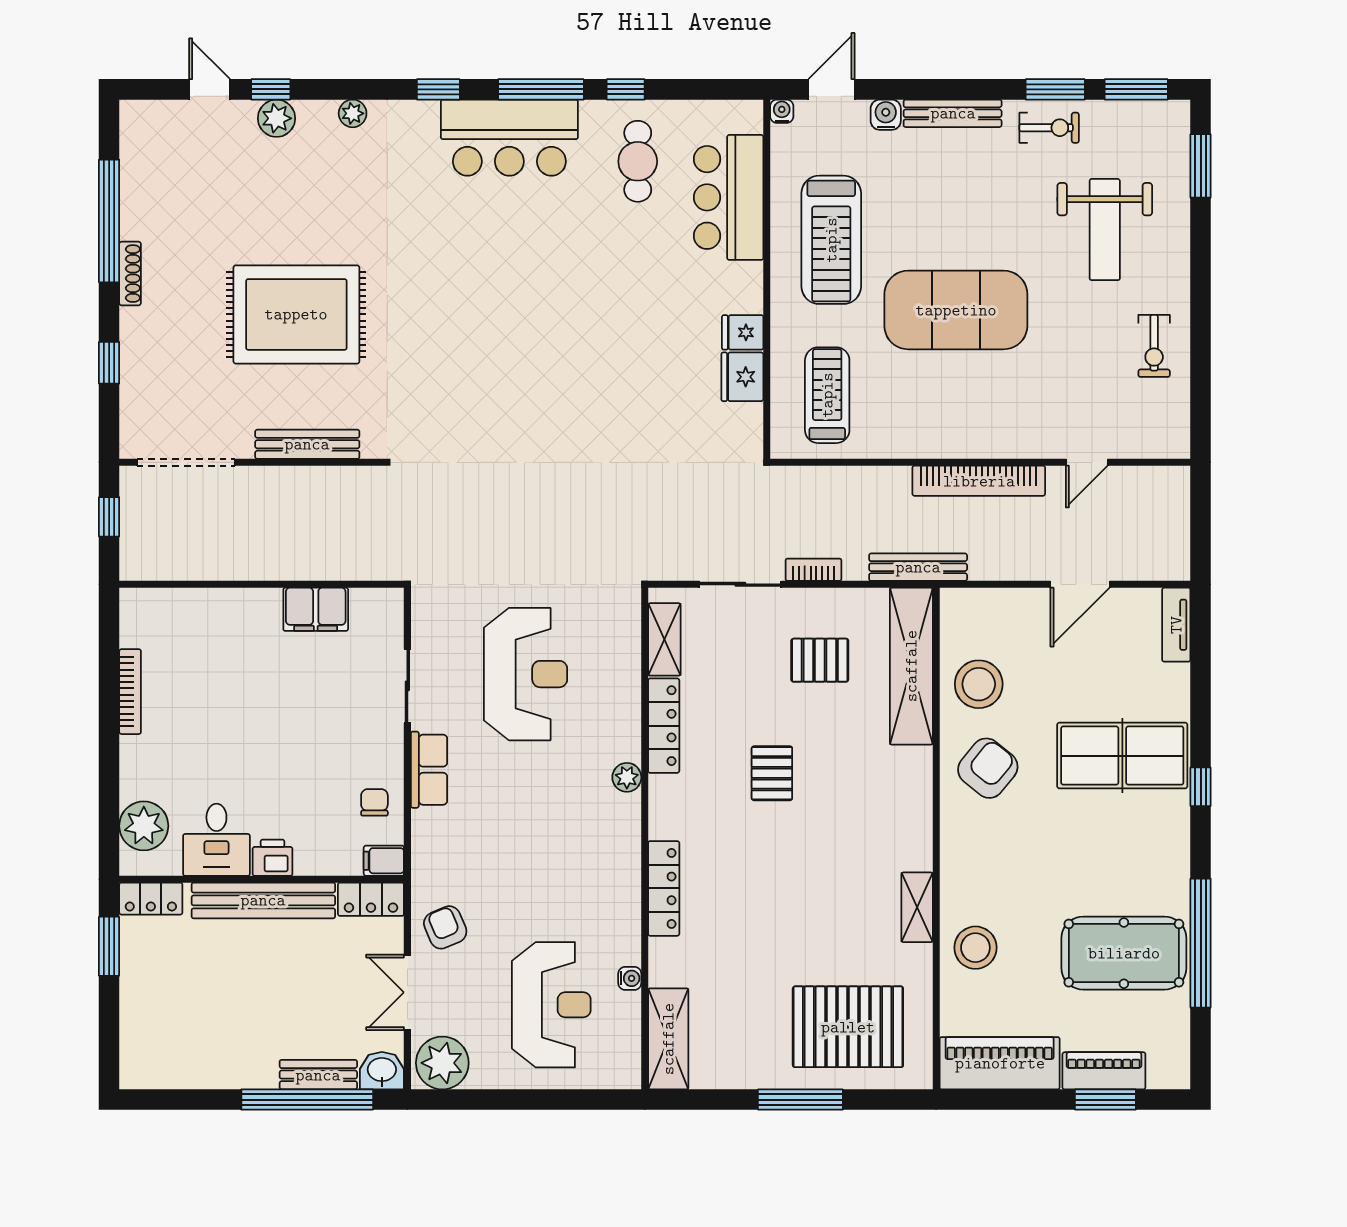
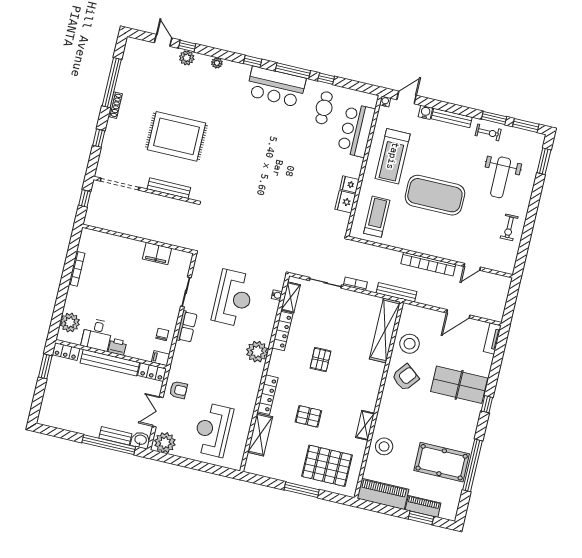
pallet: (820, 660) -> (308, 416), moved
plant: (627, 777) -> (257, 352), width x1.88, depth x1.88
armchair: (445, 927) -> (178, 390), turned 113
water cooler: (630, 978) -> (277, 295), moved
reception desk: (551, 1005) -> (213, 430), turned 180
shelving: (668, 1039) -> (260, 434), moved

